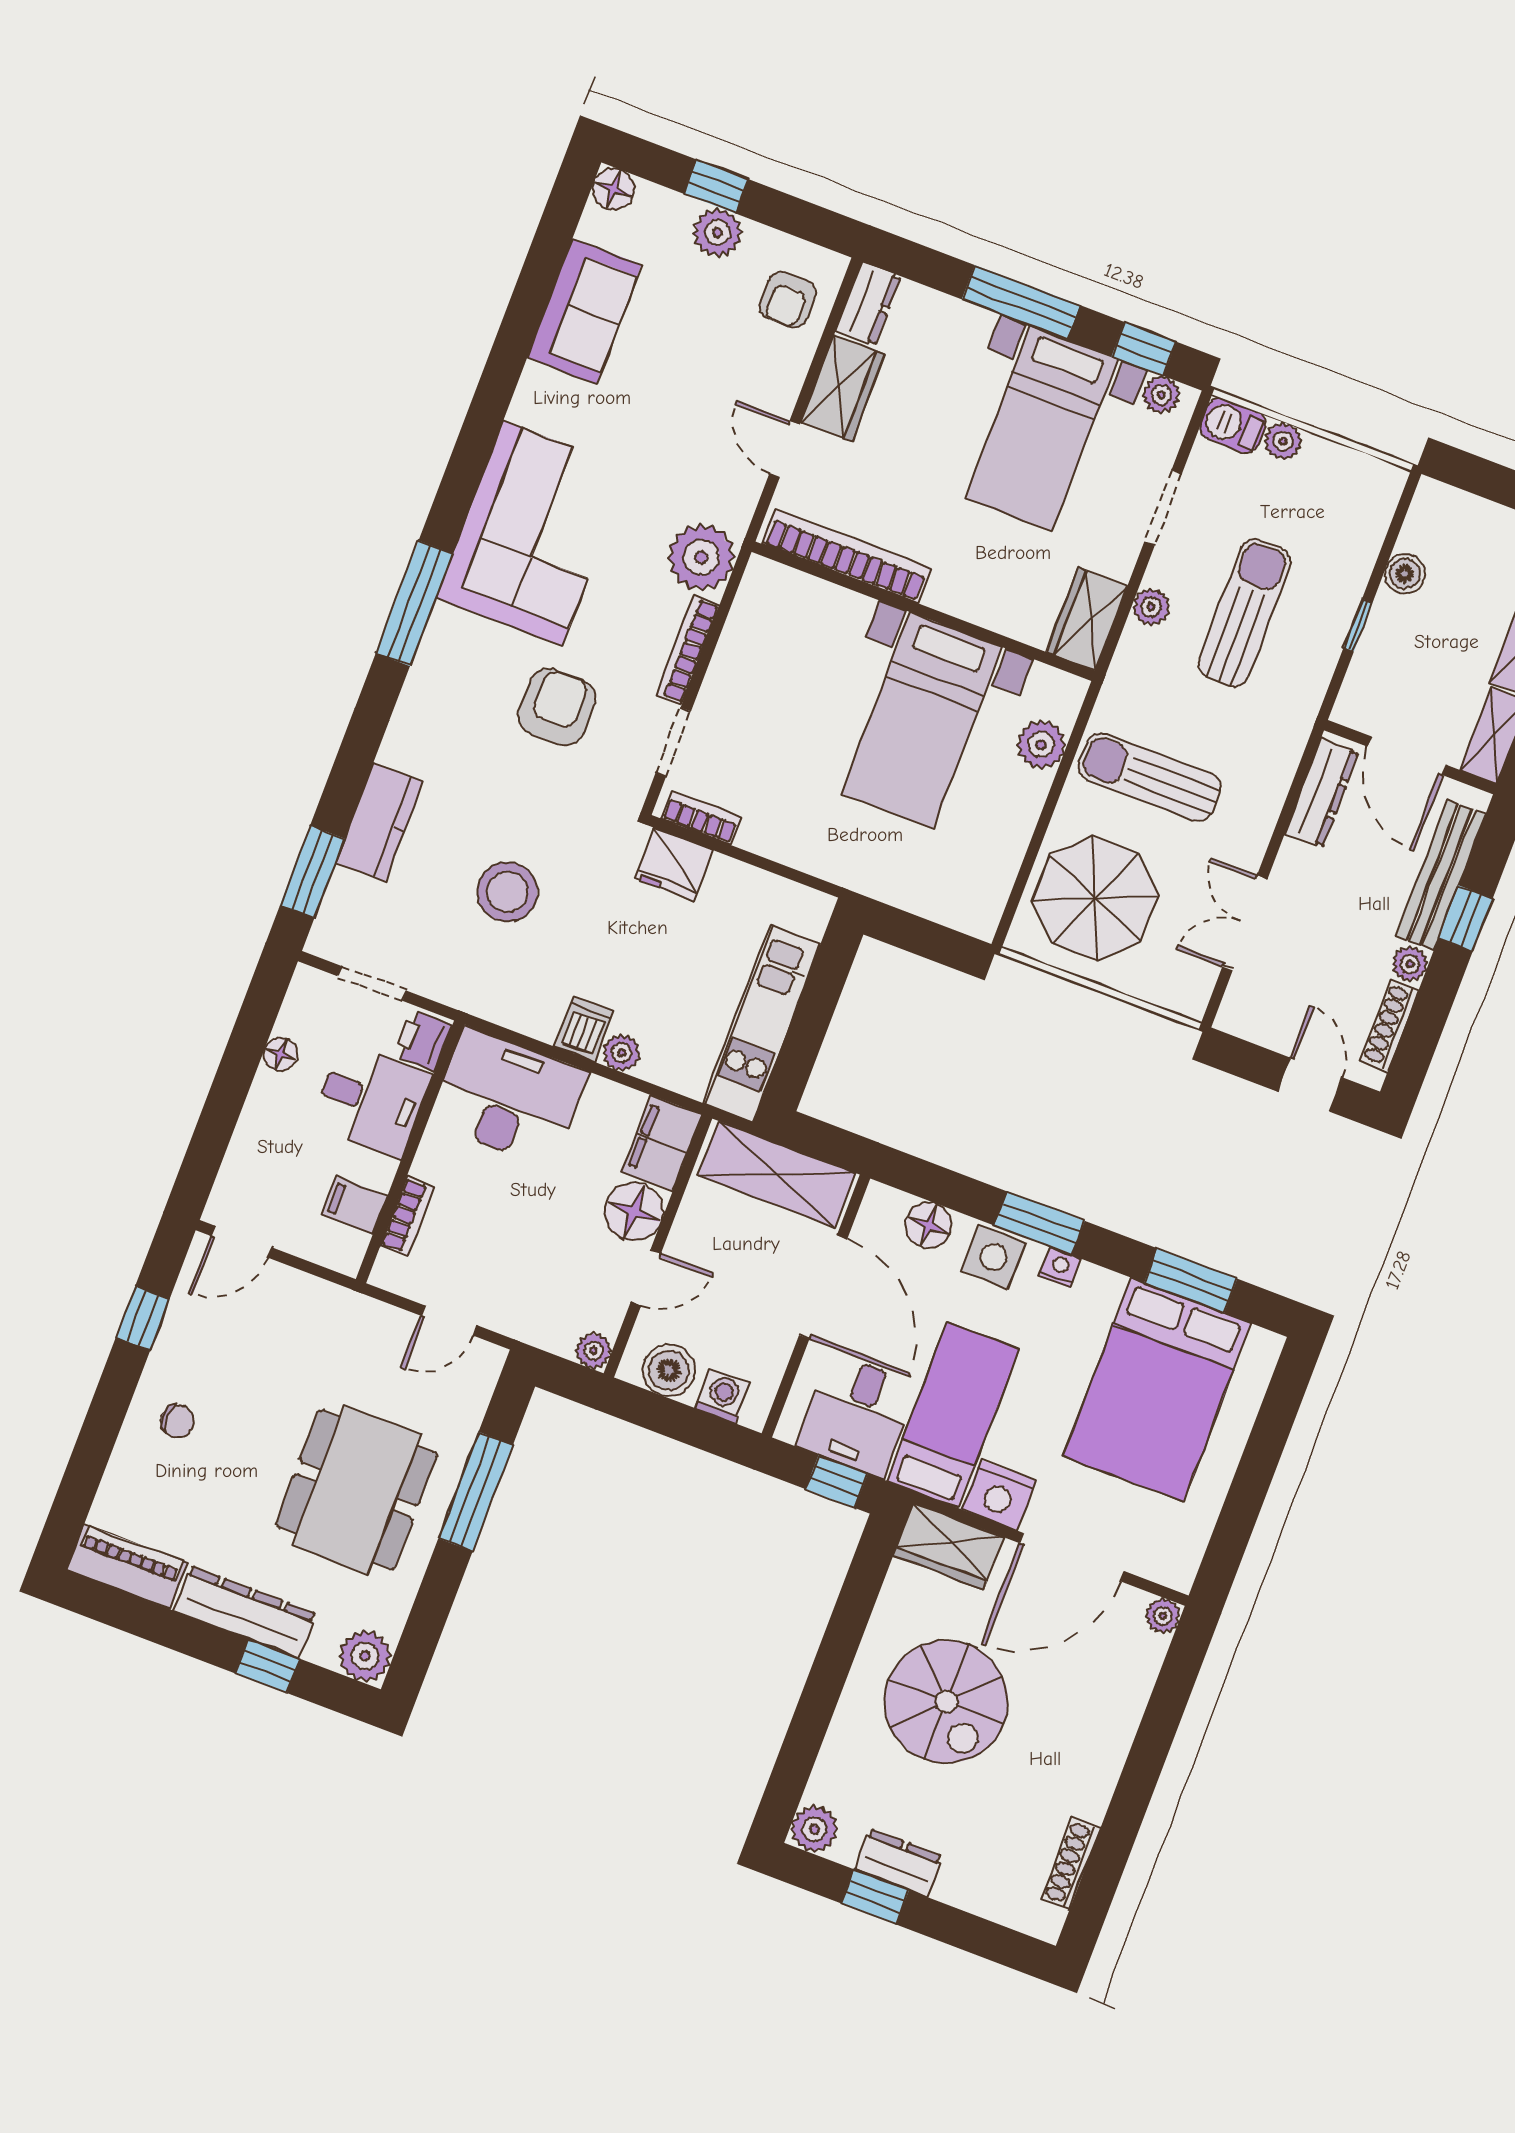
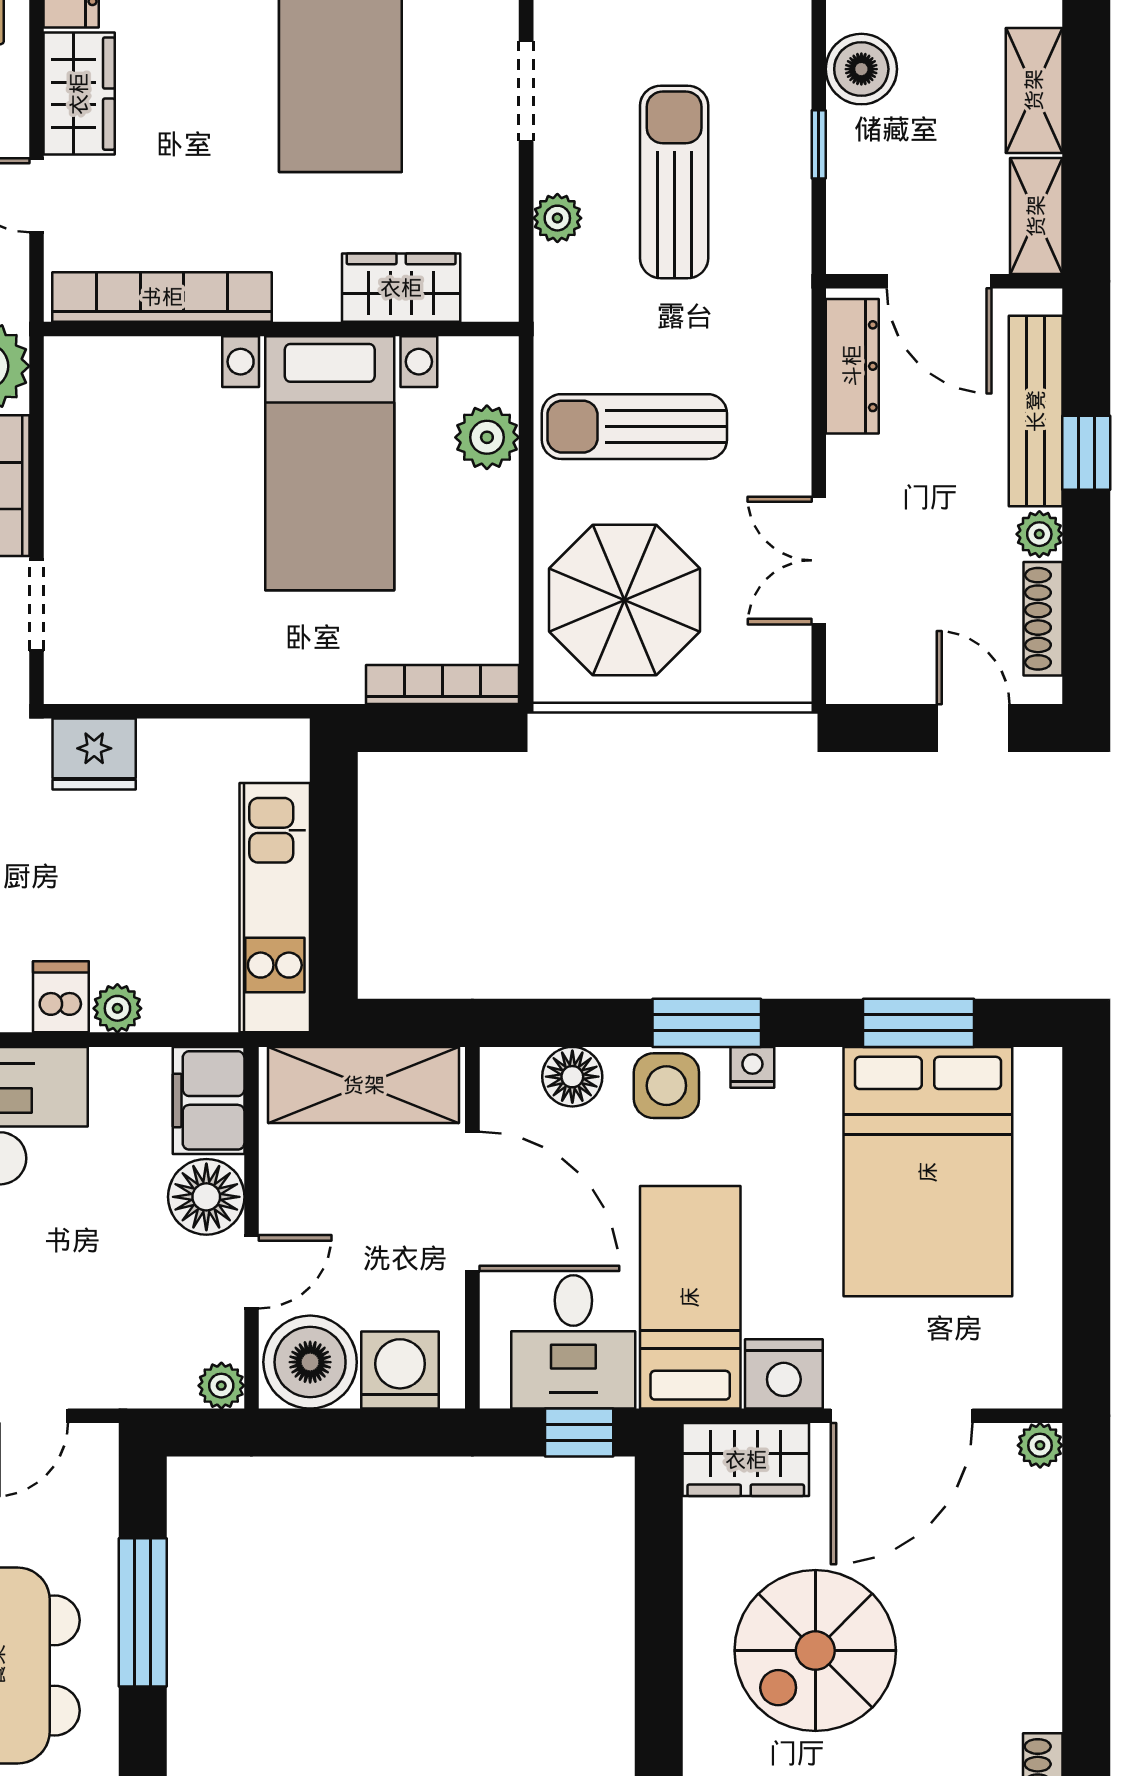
boiler: (1405, 574) -> (861, 69), width x1.36, depth x1.36
wardrobe: (1087, 619) -> (401, 288), moved, turned 90
bookcase: (701, 818) -> (443, 684), moved, width x1.56
boiler: (669, 1370) -> (310, 1362), width x1.37, depth x1.37
washing machine: (723, 1396) -> (400, 1370), width x1.38, depth x1.38
spiral stairs: (946, 1702) -> (815, 1651), turned 90

